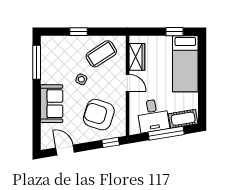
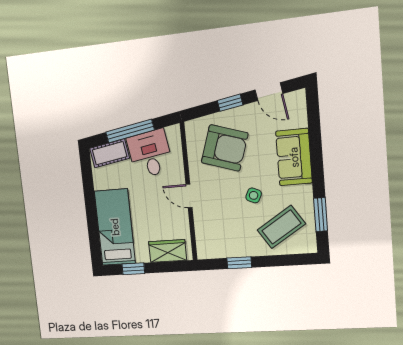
window: (79, 32) -> (239, 263), moved
coffee table: (101, 54) -> (281, 227), moved
wardrobe: (137, 57) -> (168, 251), moved, turned 90
window: (37, 62) -> (321, 215), width x0.69
window: (111, 142) -> (230, 103), moved

